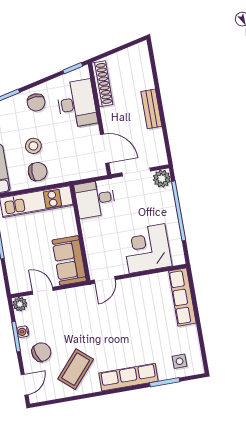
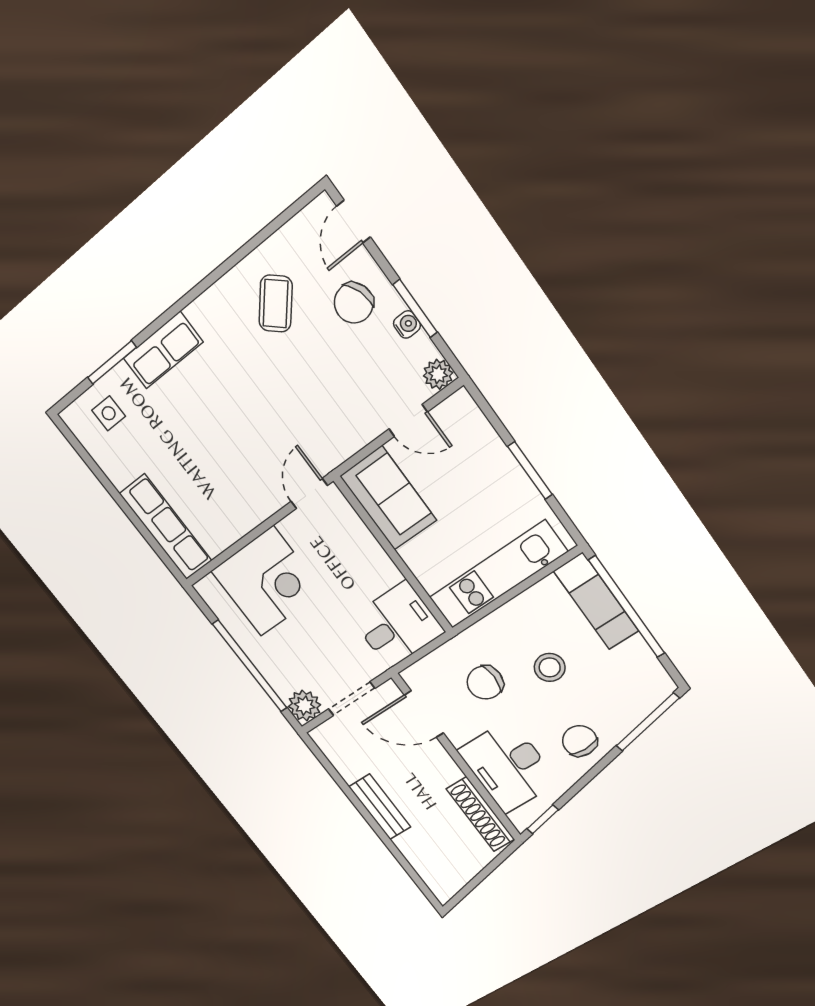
chair: (38, 172) -> (485, 683), moved
coffee table: (76, 369) -> (276, 304), width x0.73, depth x0.77
row of seats: (129, 377) -> (163, 350), width x0.68

